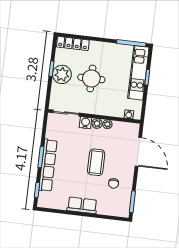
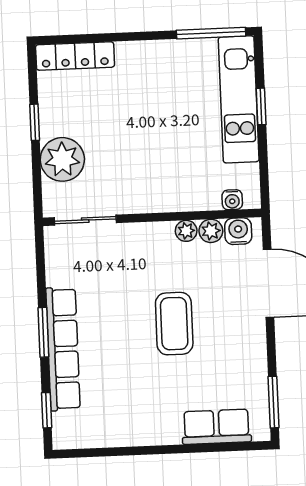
plant: (62, 74) -> (62, 159), moved
round table: (91, 78) -> (131, 130), removed
water cooler: (85, 123) -> (238, 231), moved
plant: (97, 123) -> (211, 231), moved
chair: (114, 183) -> (223, 366), removed
row of seats: (82, 205) -> (216, 427), moved

